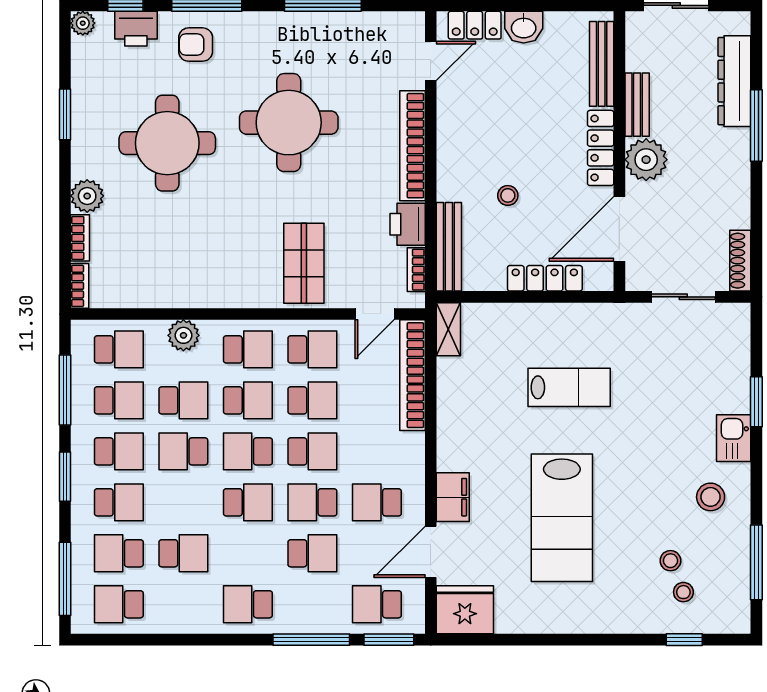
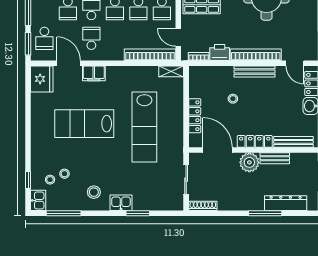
bench: (449, 247) -> (255, 71), moved
lab bench: (569, 387) -> (144, 127), width x1.86, depth x1.39
school desk: (377, 604) -> (44, 38), turned 180
kitchen sink: (729, 618) -> (38, 200), added

